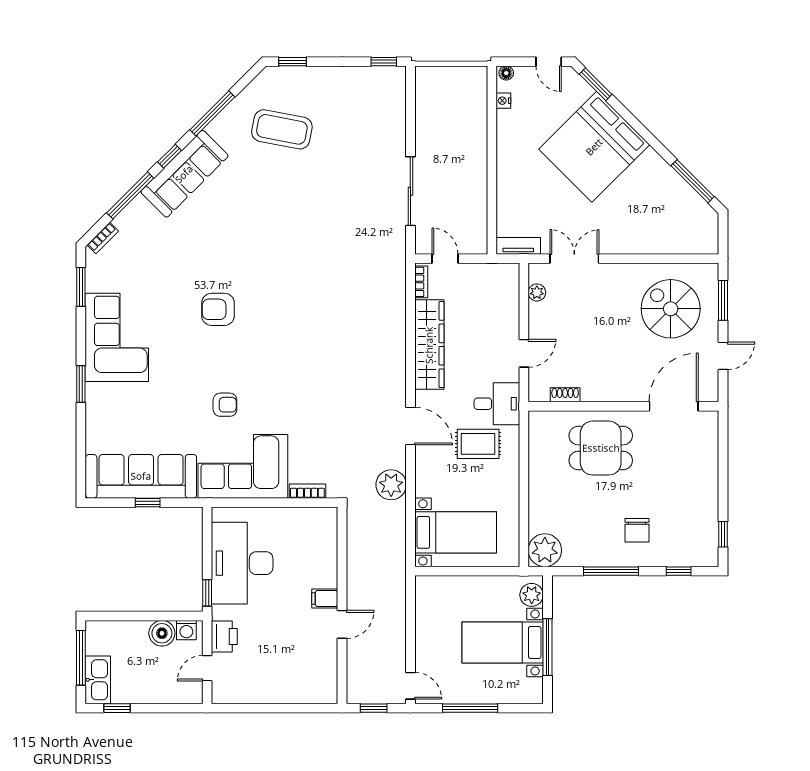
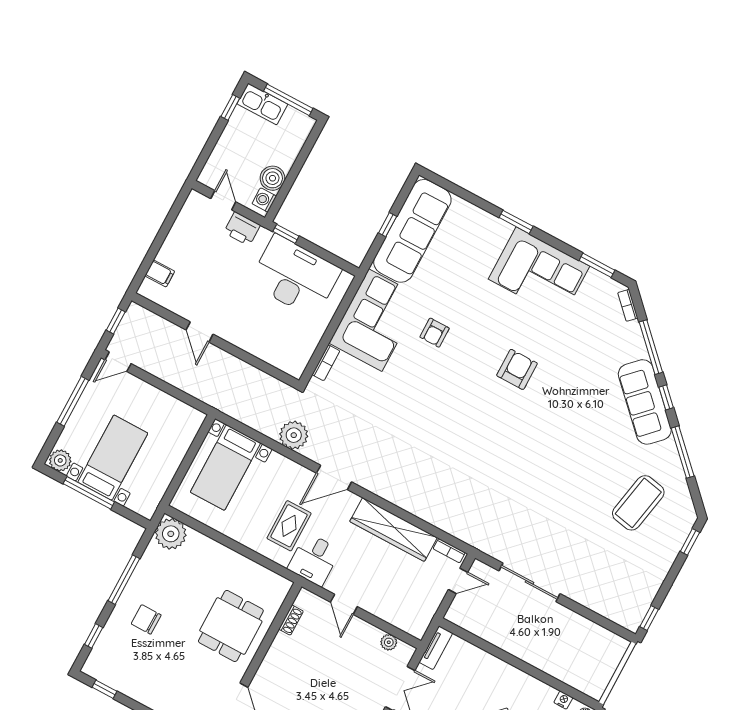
plant: (532, 595) -> (60, 460), moved
filing cabinet: (325, 599) -> (160, 273), moved, turned 90

